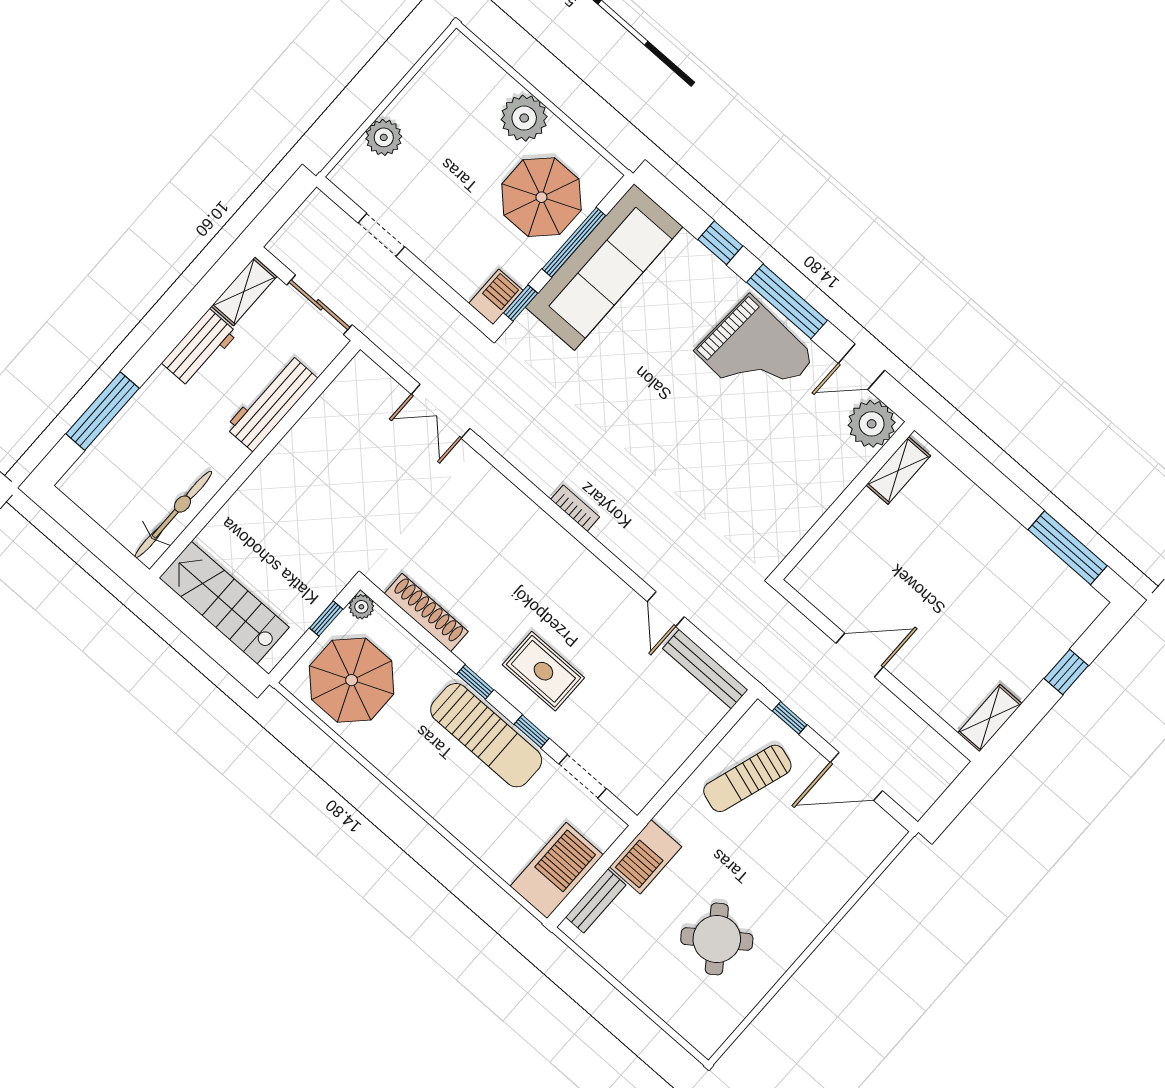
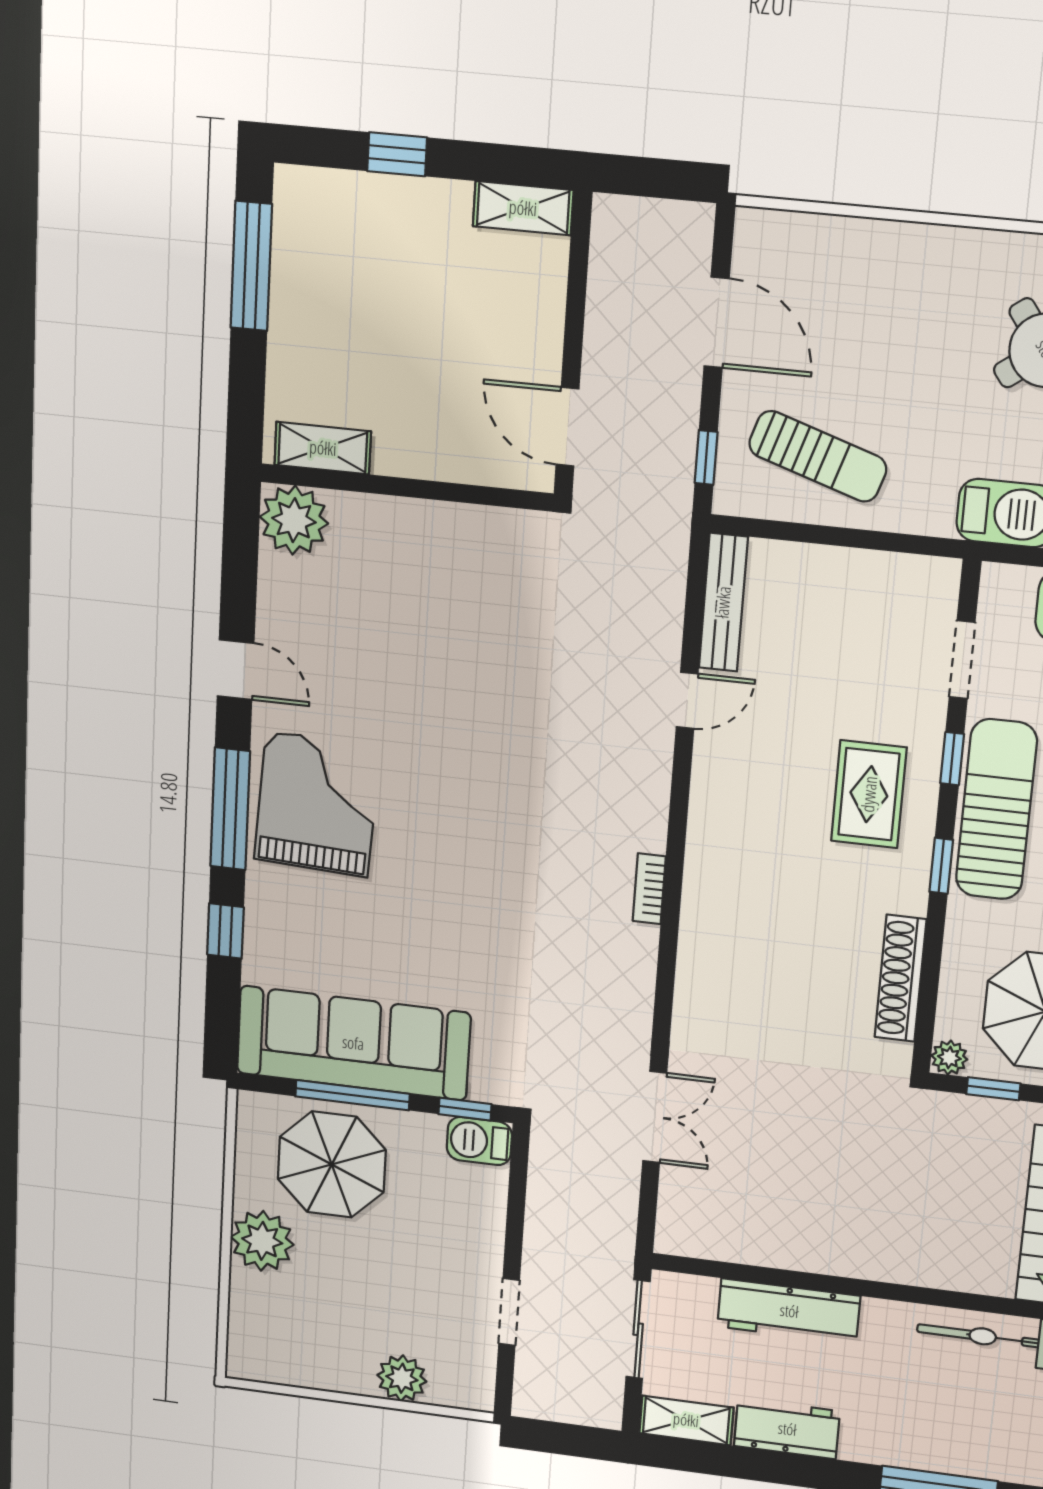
plant: (872, 424) -> (294, 520), moved
shelving: (898, 470) -> (323, 448), moved
wall: (844, 501) -> (407, 488), moved

